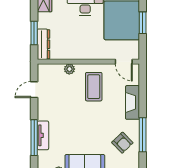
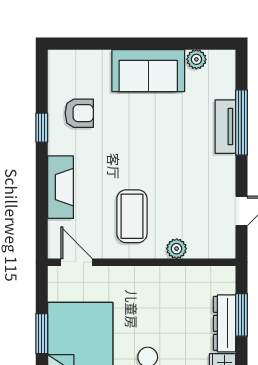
dresser: (43, 44) -> (224, 323), moved
window: (143, 135) -> (42, 128), width x0.46
armchair: (122, 143) -> (79, 113), turned 134

